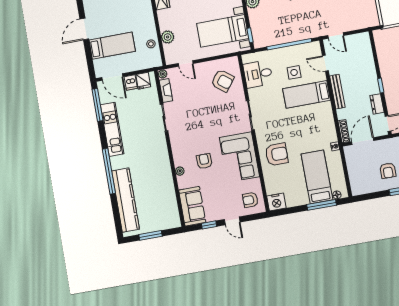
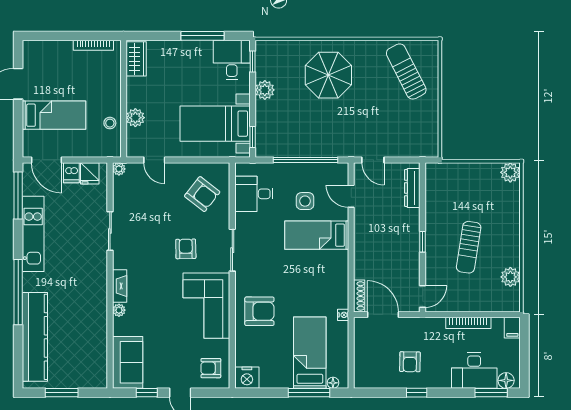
fireplace: (166, 90) -> (120, 286), moved
bench: (337, 92) -> (360, 239), removed
dresser: (377, 104) -> (412, 188), moved, width x1.44
door: (363, 141) -> (383, 315), hinge flipped
armchair: (204, 161) -> (186, 249), moved

